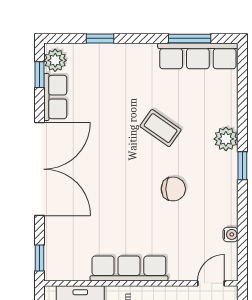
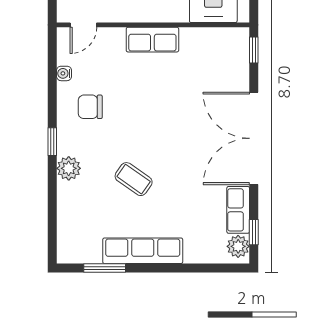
window: (100, 38) -> (194, 268), removed
row of seats: (198, 56) -> (143, 251), moved
chair: (173, 189) -> (90, 107), moved
row of seats: (129, 269) -> (152, 40), width x0.68

